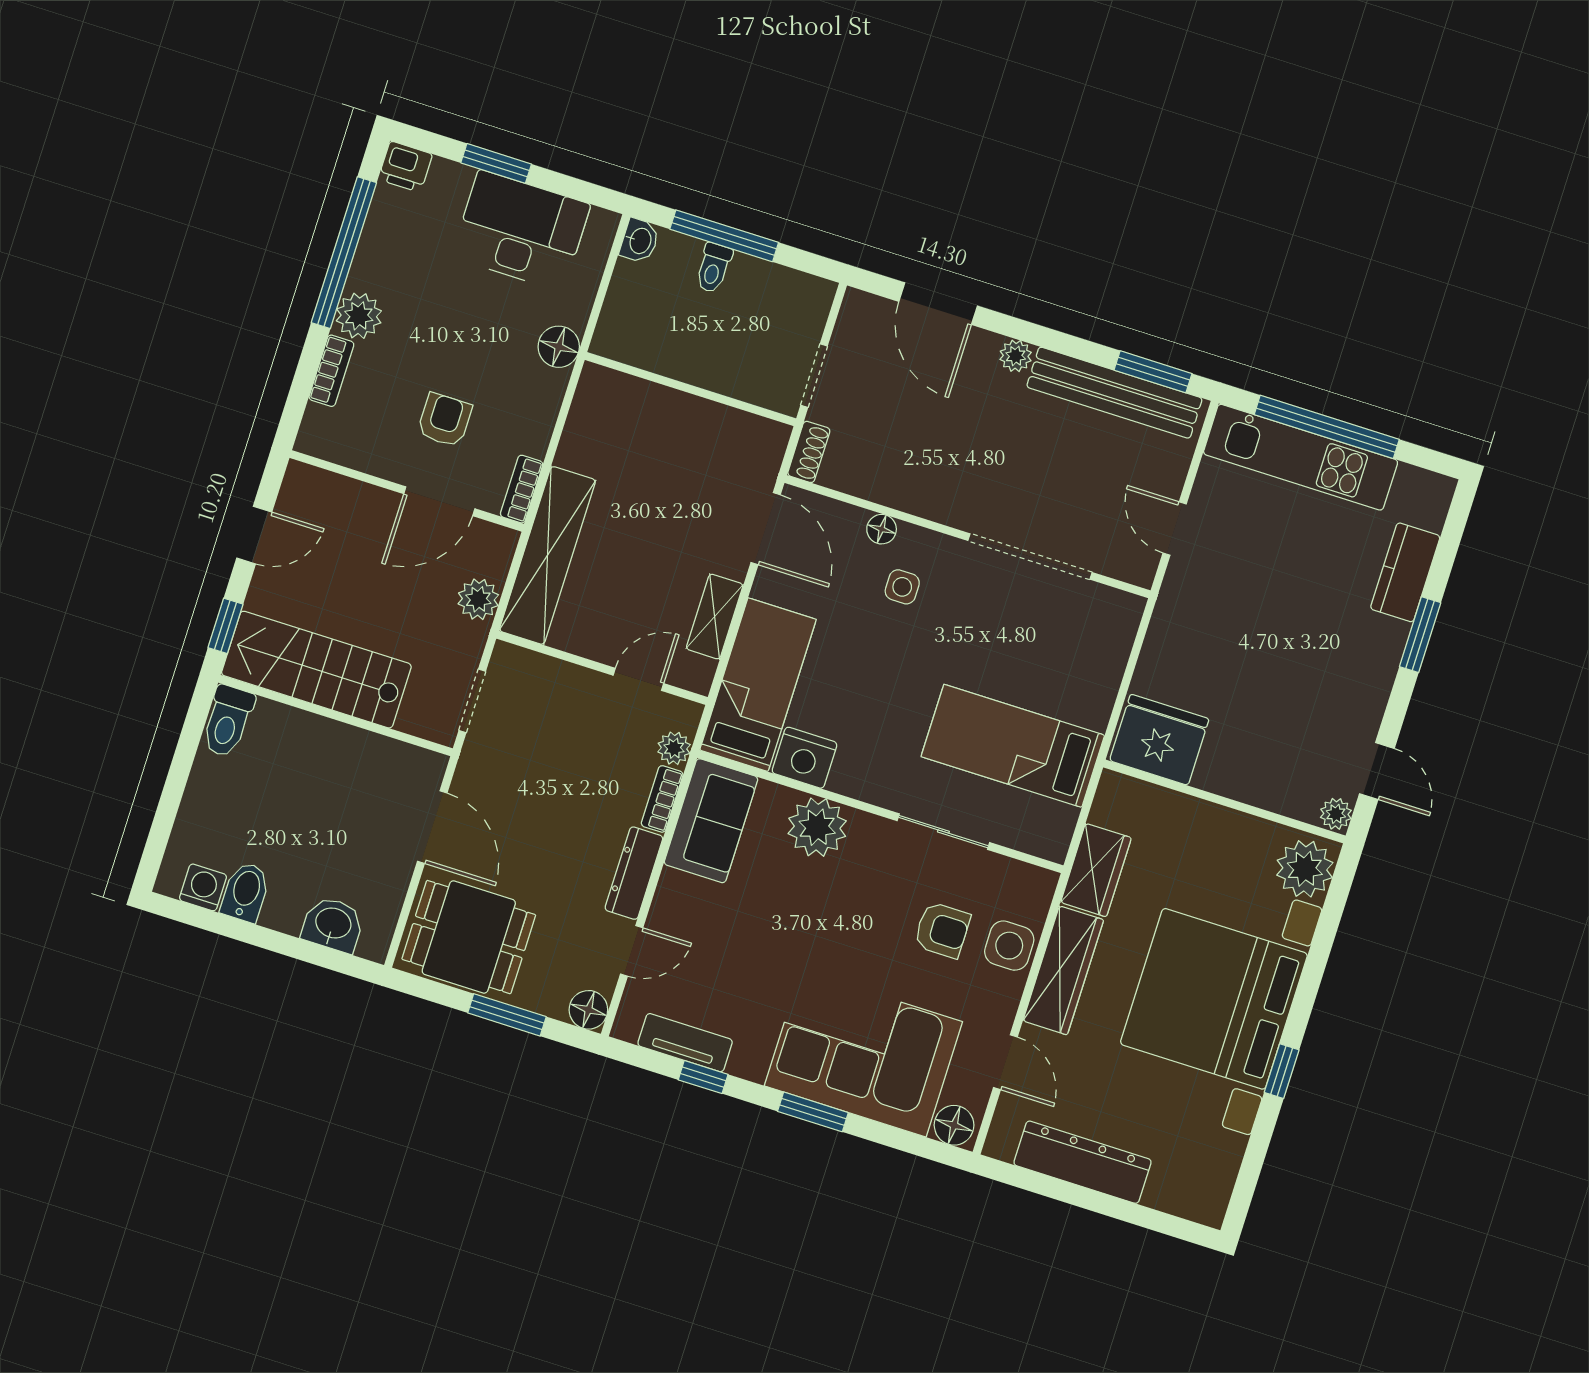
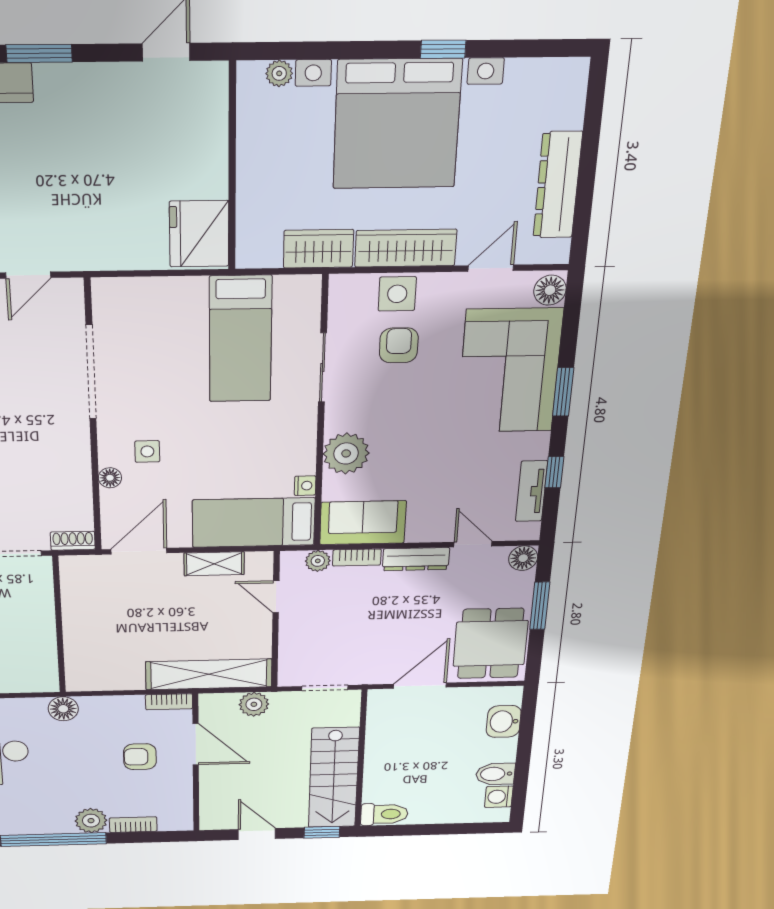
nightstand: (804, 758) -> (305, 486), width x0.53, depth x0.56
plant: (1336, 814) -> (213, 75), removed
plant: (1305, 869) -> (279, 73), width x0.53, depth x0.53

